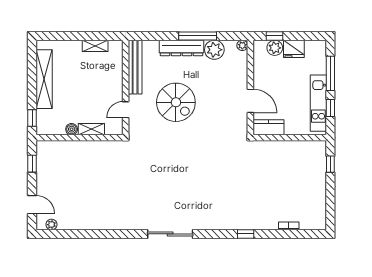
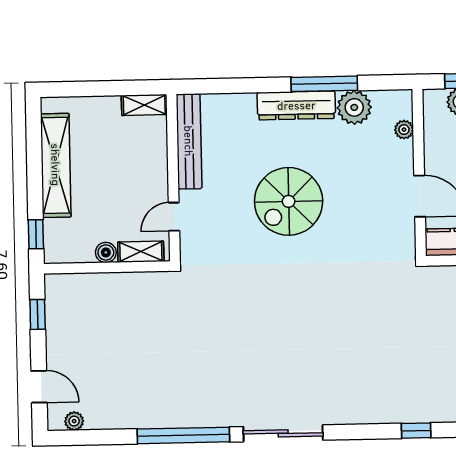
plant: (242, 45) -> (404, 130), moved
bench: (135, 67) -> (189, 141), moved
wall: (126, 88) -> (173, 178), moved
spiral stairs: (176, 102) -> (289, 201), turned 90
door: (126, 110) -> (174, 217), moved
window: (113, 234) -> (183, 435), added

